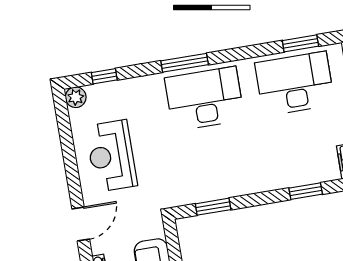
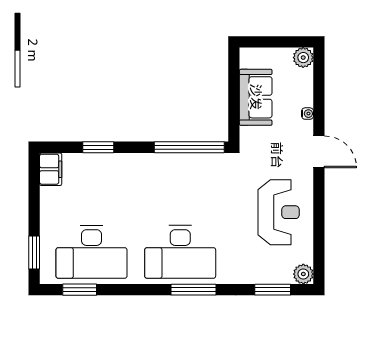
window: (104, 76) -> (273, 290), width x1.50
window: (213, 207) -> (189, 147), width x2.11
door: (81, 224) -> (319, 152), swing flipped

